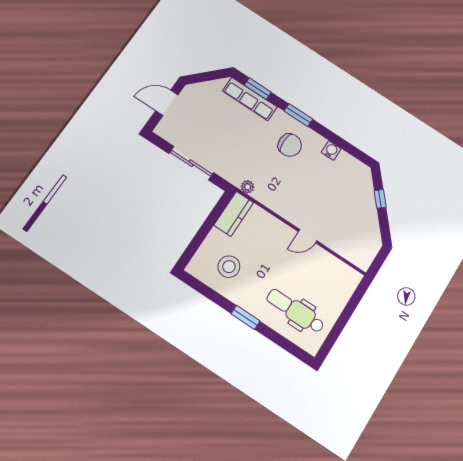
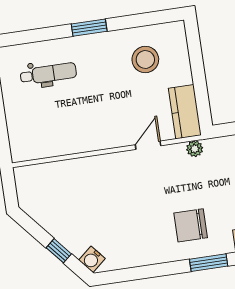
water cooler: (331, 150) -> (92, 259), moved, turned 50
door: (308, 236) -> (148, 145), moved
dental chair: (295, 311) -> (48, 74), width x0.73, depth x0.72

